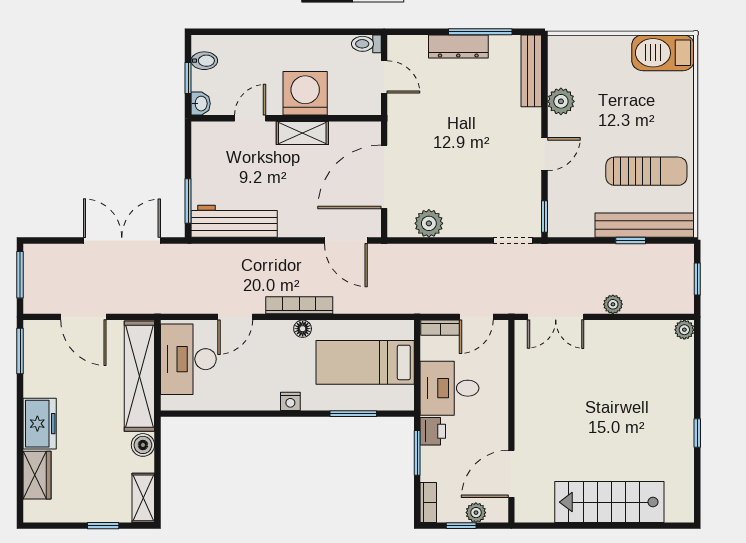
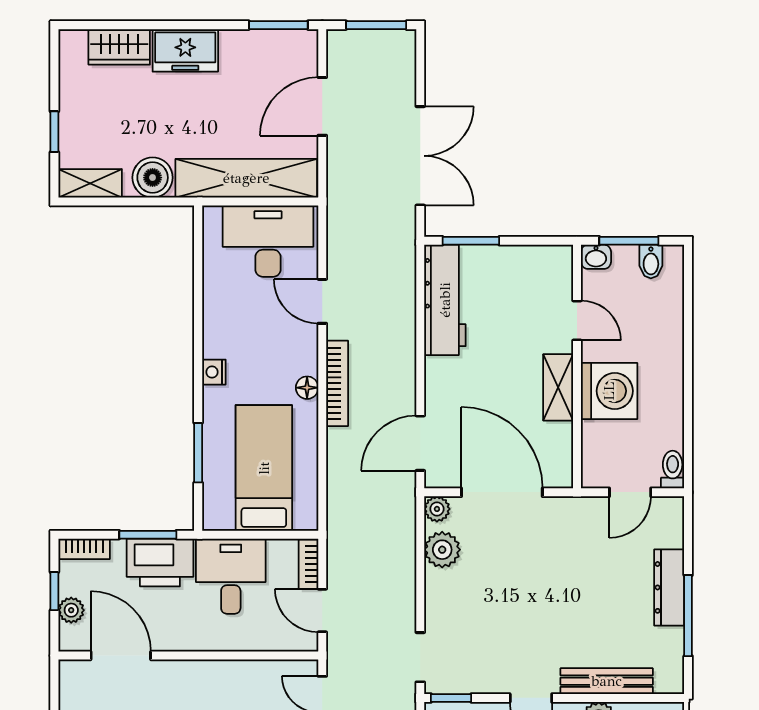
bench: (531, 71) -> (607, 681), moved
window: (188, 78) -> (629, 241), width x1.50
plant: (397, 227) -> (437, 509), added
printer: (433, 431) -> (160, 563), width x1.87, depth x1.48
boiler: (143, 445) -> (153, 178), width x1.36, depth x1.36

